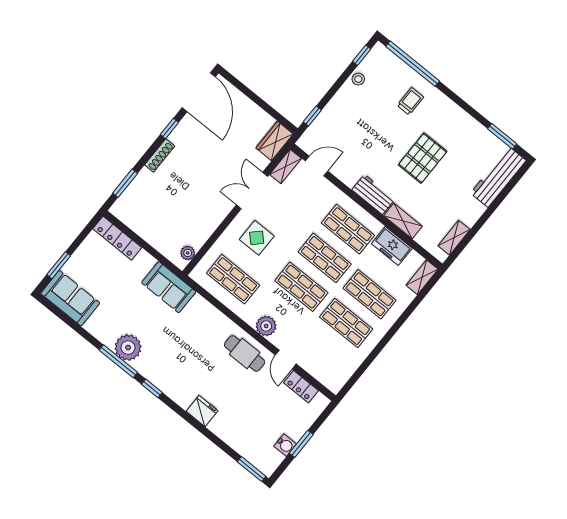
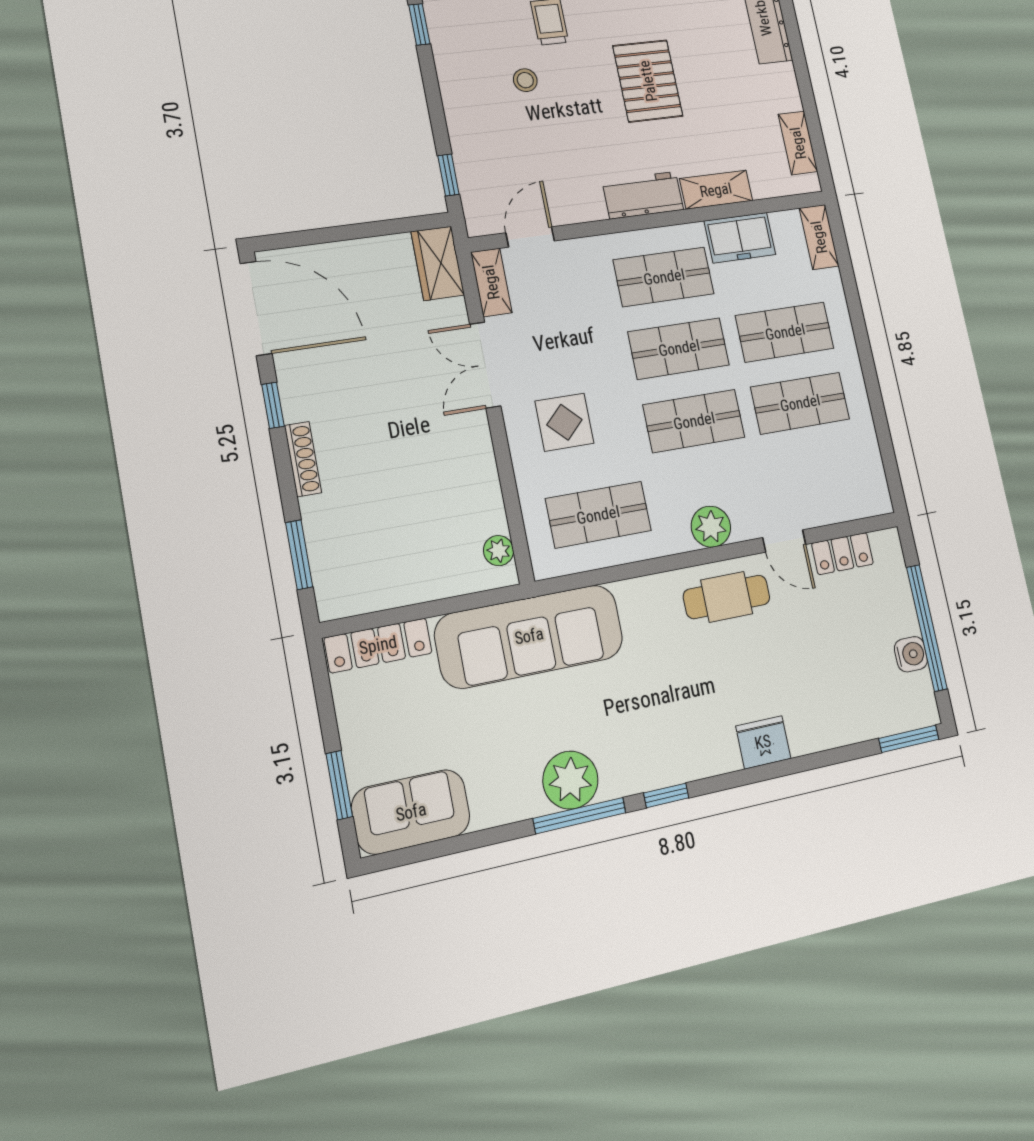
stool: (358, 79) -> (525, 80), moved
sofa: (169, 287) -> (529, 636), width x1.85, depth x1.27
window: (301, 444) -> (927, 628), width x2.11

